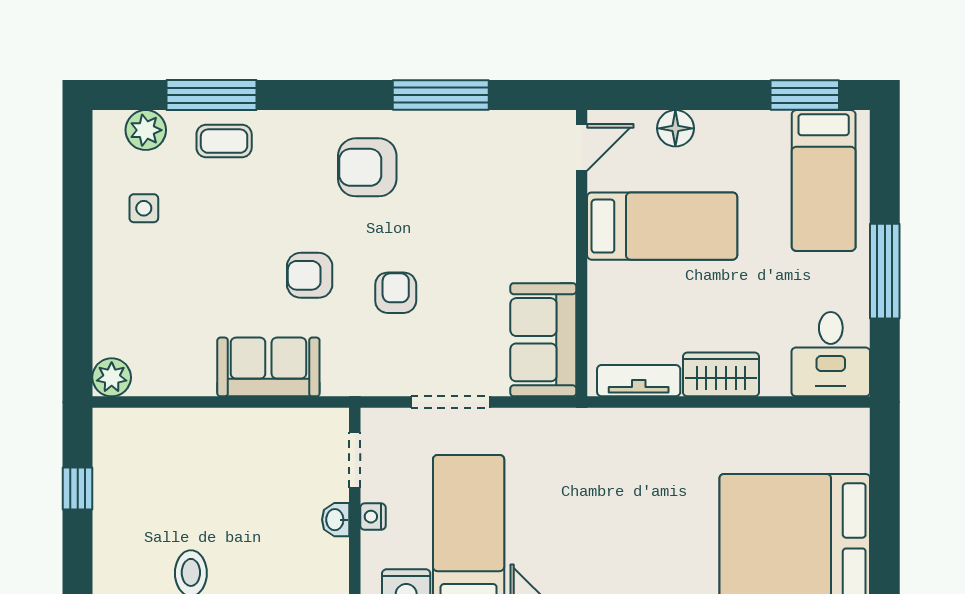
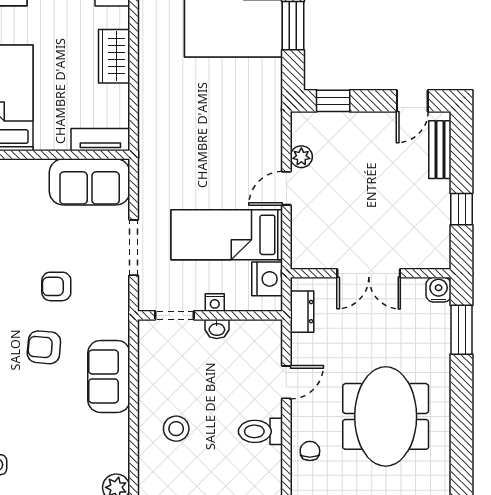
armchair: (310, 275) -> (44, 347), turned 95
tv unit: (639, 381) -> (100, 140), moved, turned 90
stool: (195, 462) -> (176, 429), added

